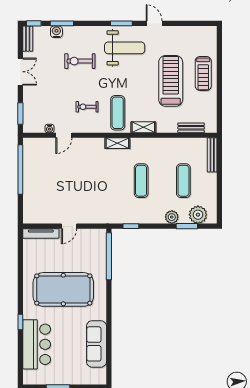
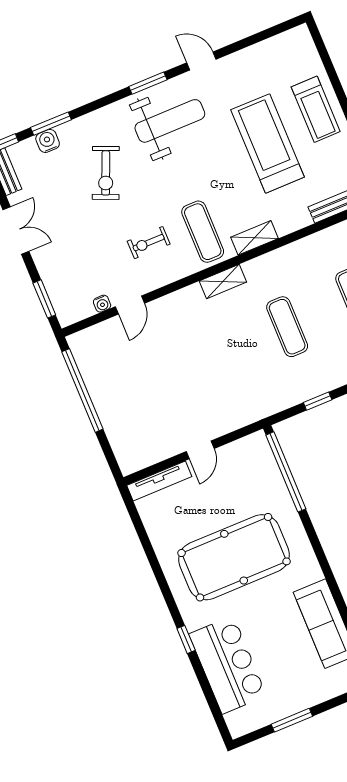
exercise bike: (80, 61) -> (106, 173), turned -67
window: (131, 226) -> (318, 401), moved

